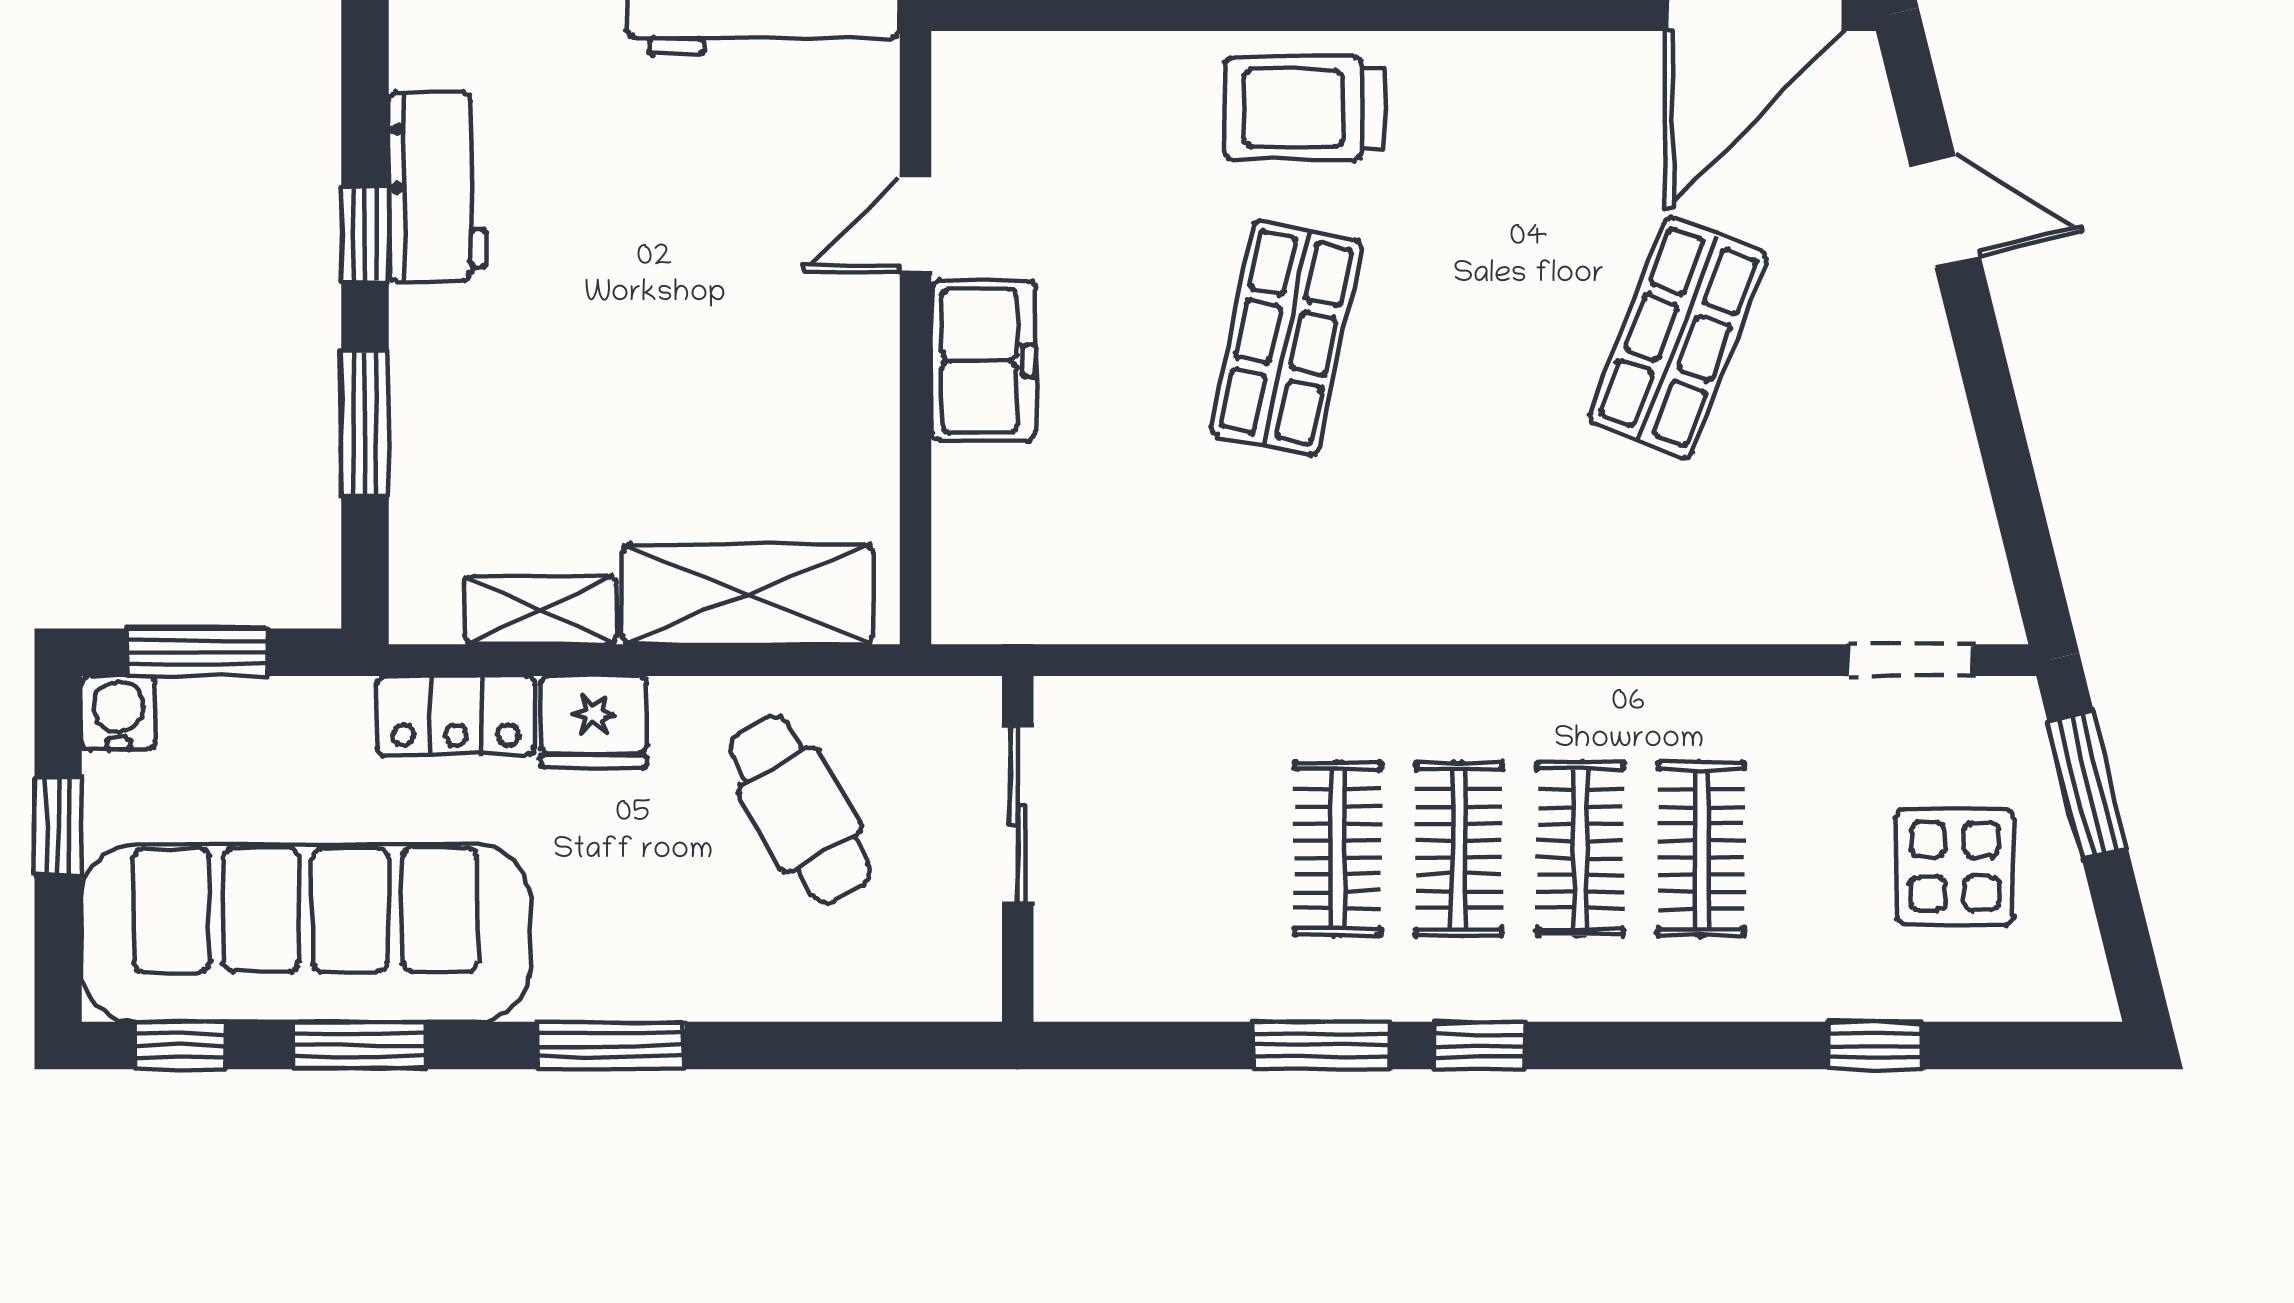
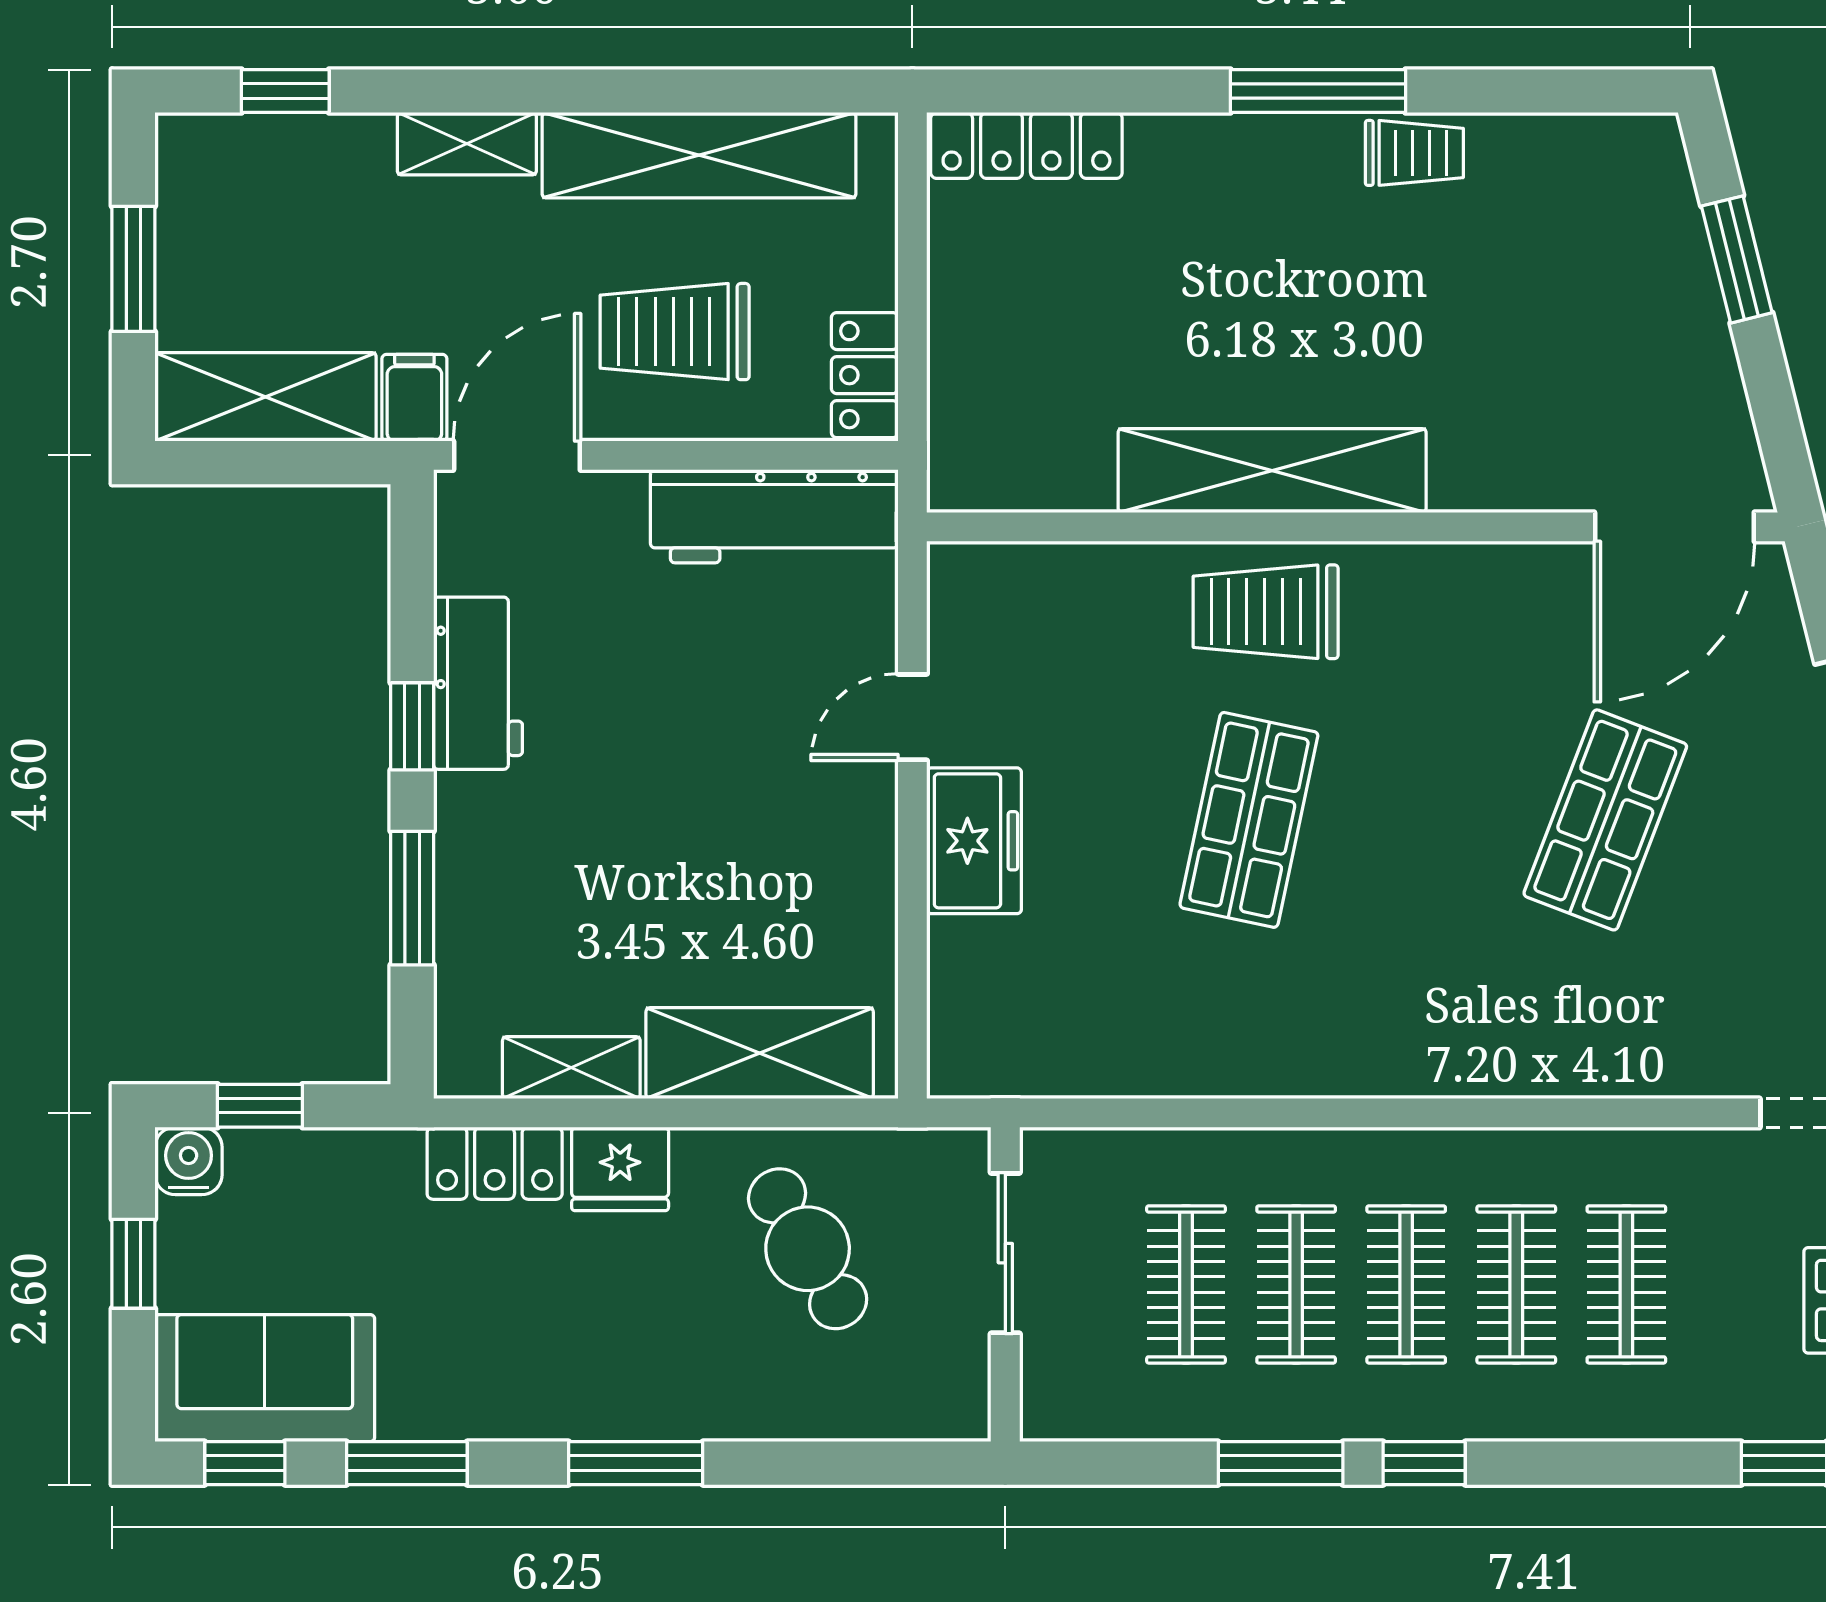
window: (197, 652) -> (260, 1106), width x0.67
clothes rail: (1217, 849) -> (1186, 1284), added
sofa: (306, 933) -> (265, 1378), width x0.54, depth x0.79

